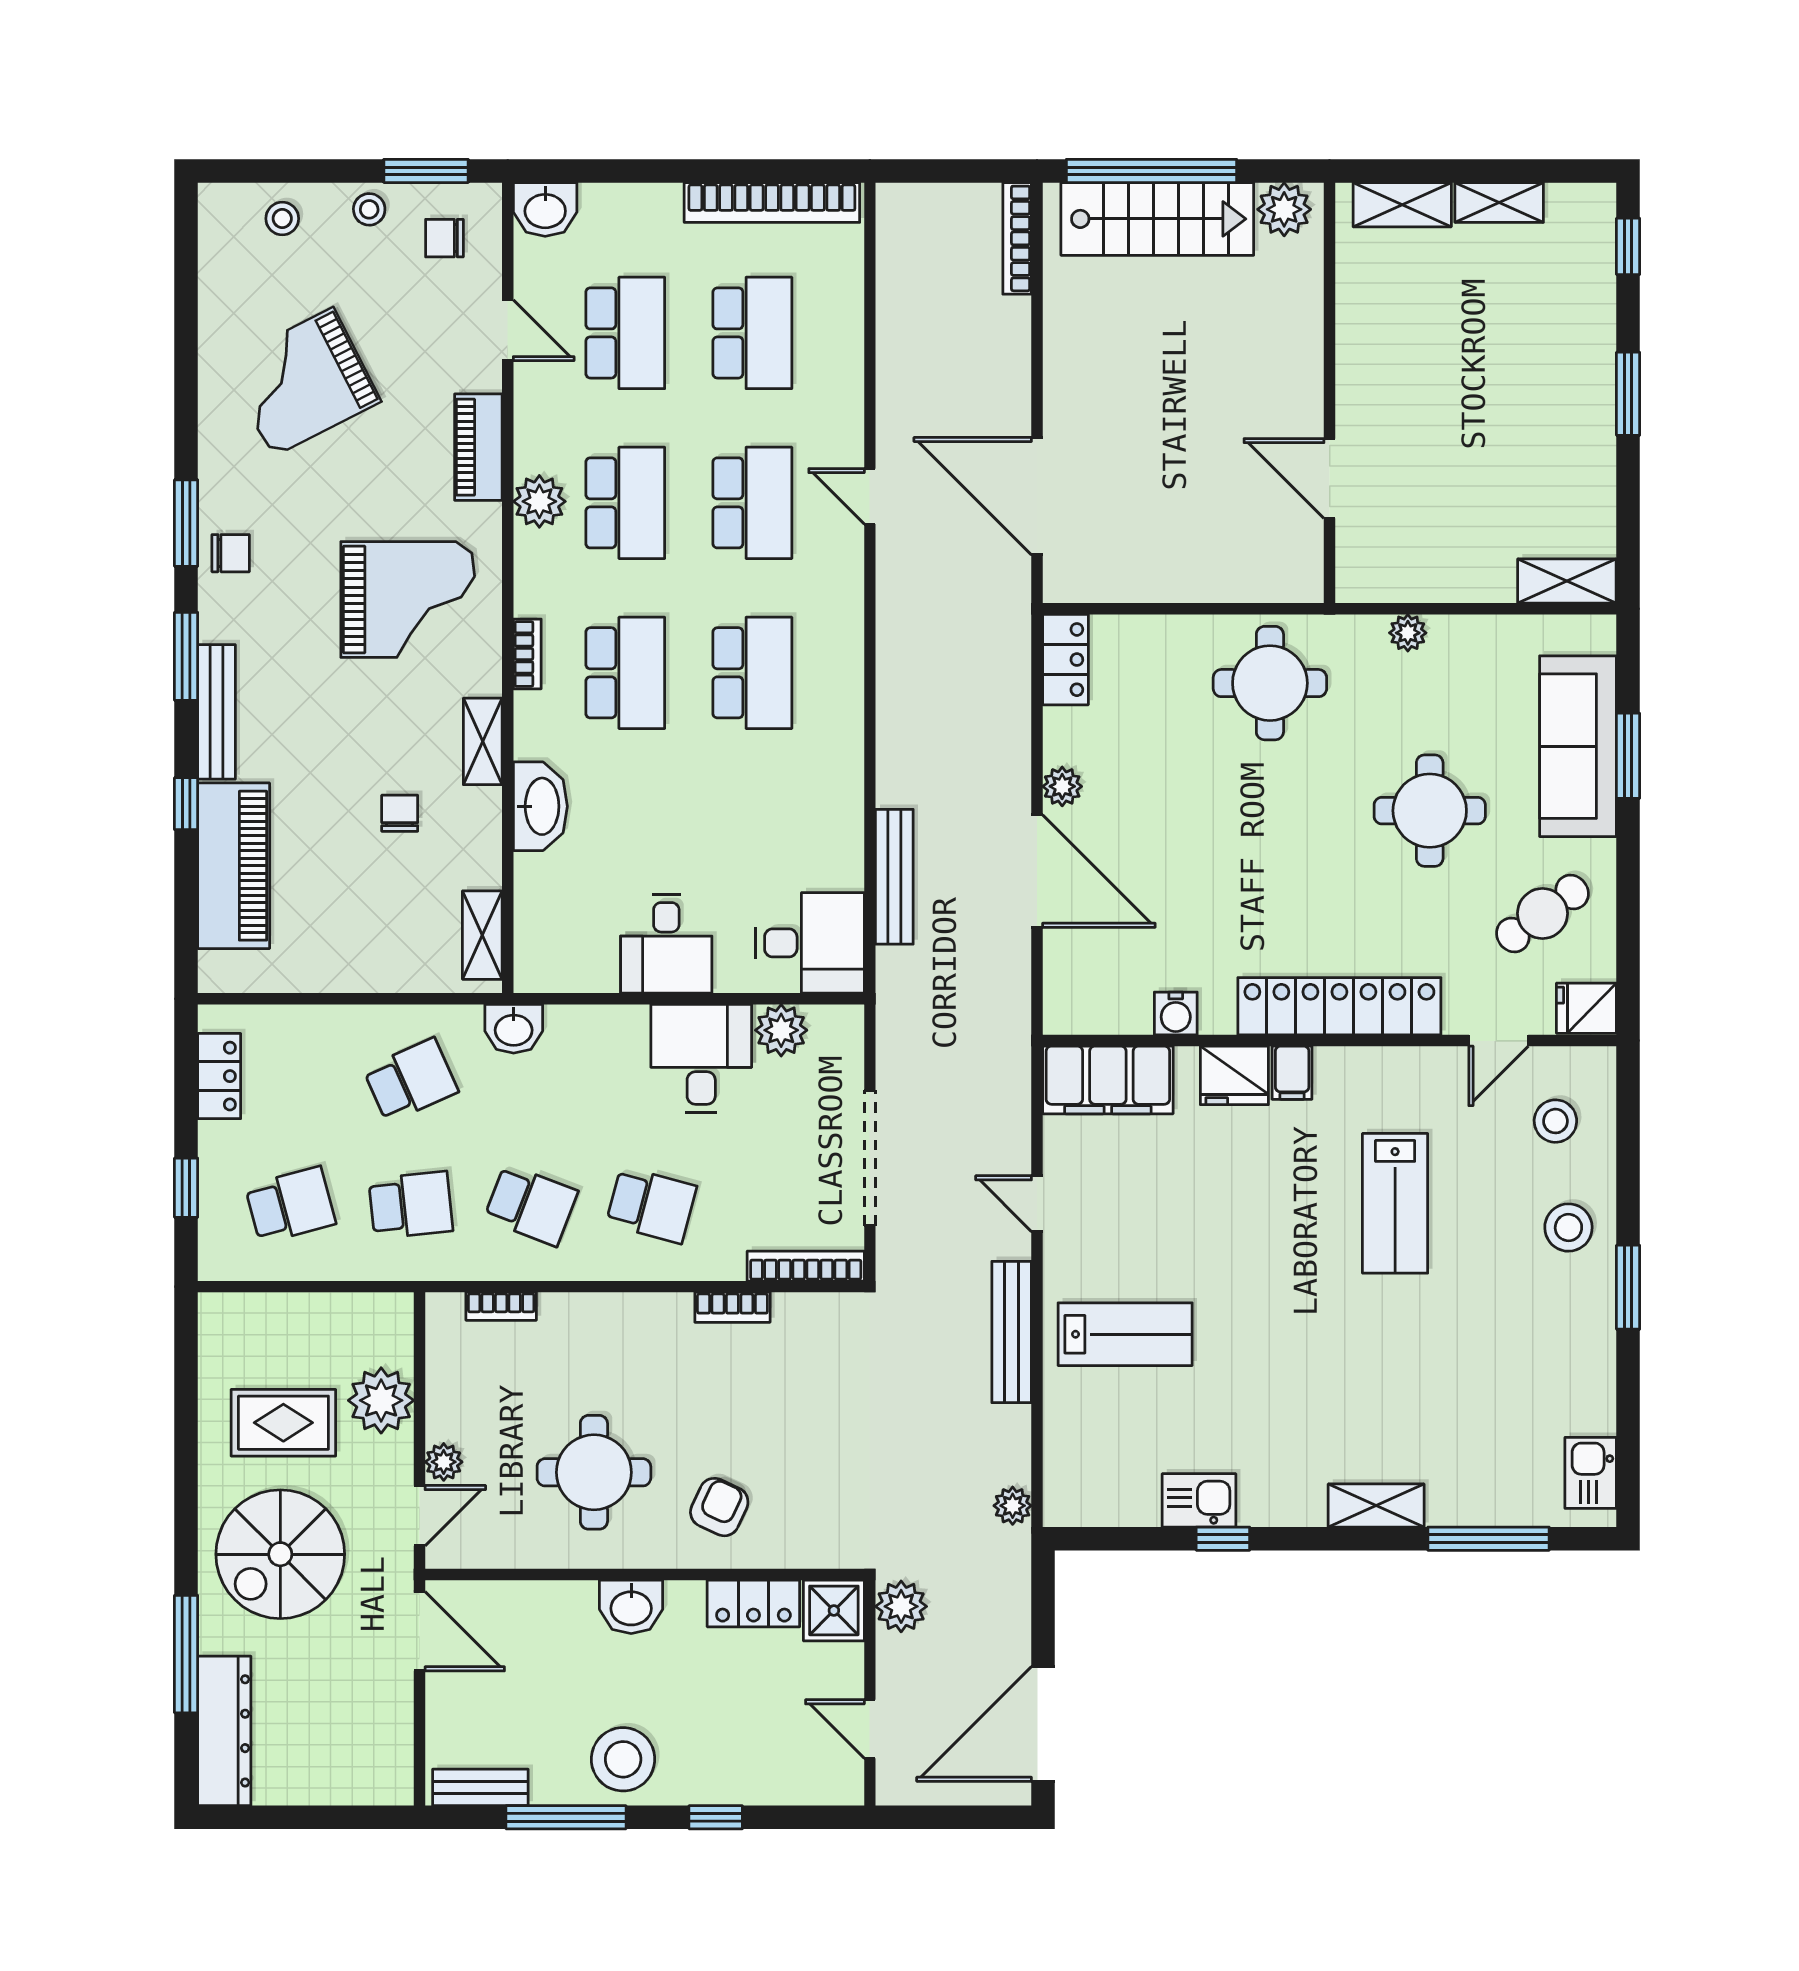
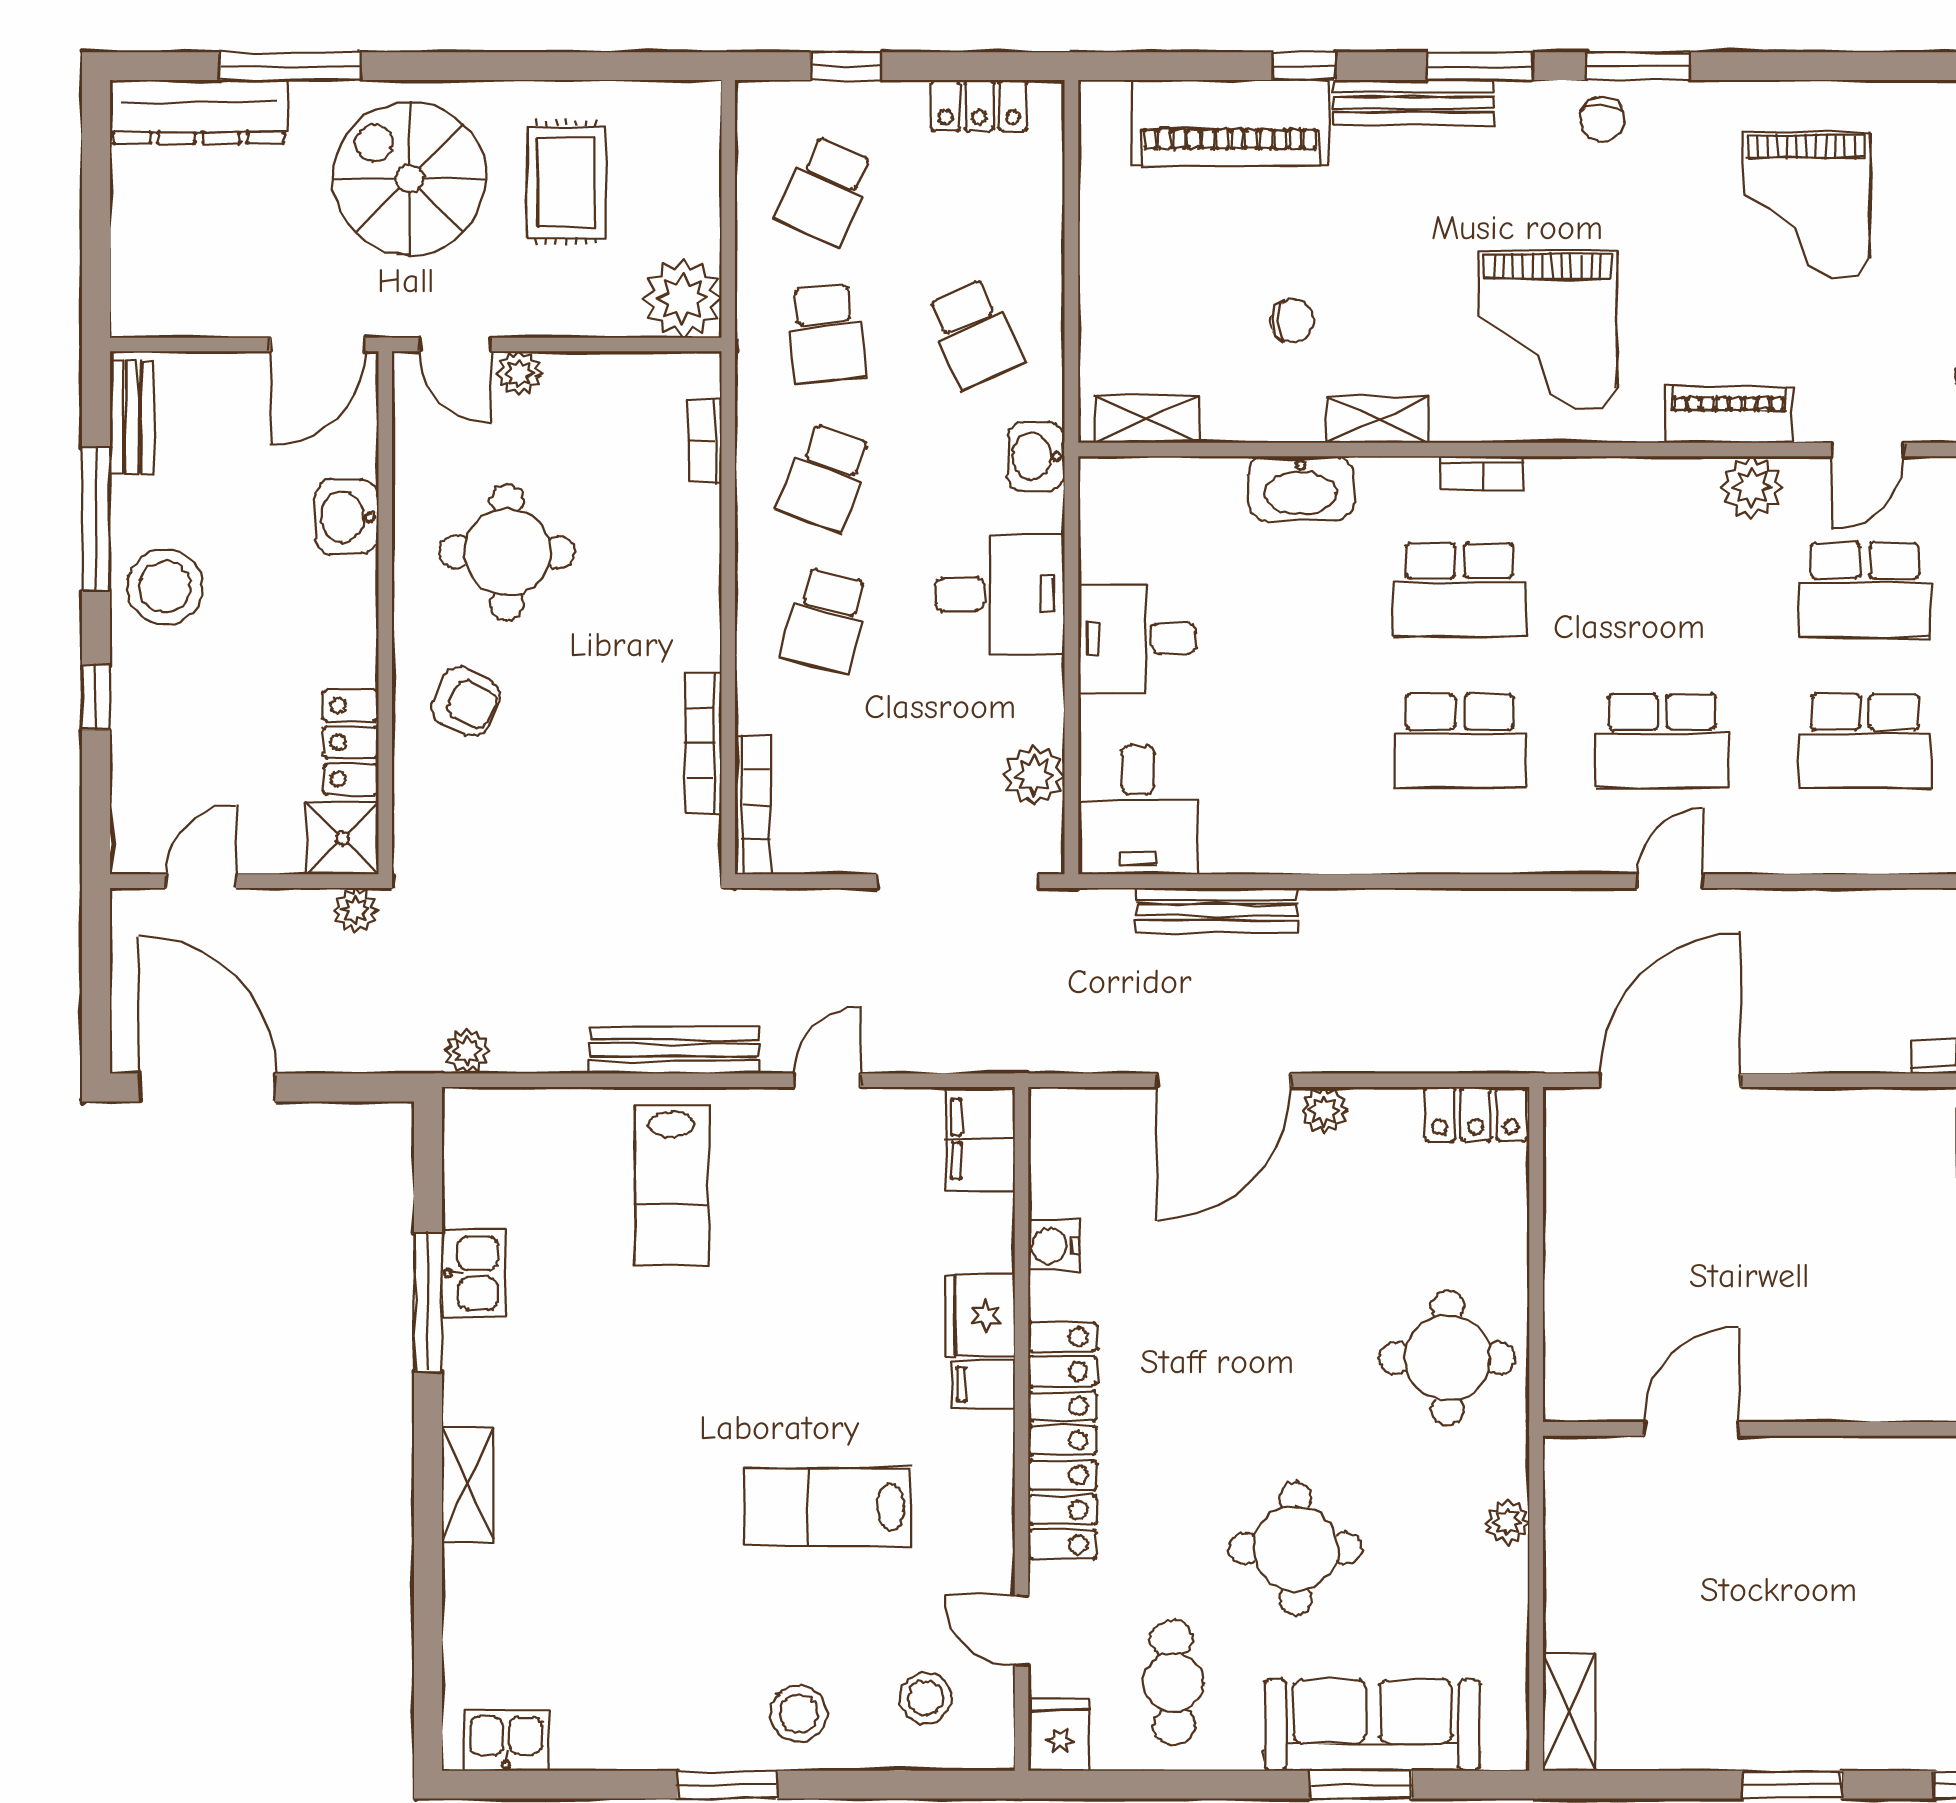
grand piano: (303, 382) -> (1806, 205), turned -153
plant: (539, 501) -> (1752, 487), moved
school desk: (625, 503) -> (1662, 590), removed
cafe table: (1542, 913) -> (1173, 1683), turned 34
desk: (701, 1059) -> (1000, 594), moved
filing cabinet: (1108, 1080) -> (980, 1139), width x0.67, depth x0.86
doorway: (870, 1158) -> (957, 881), moved
school desk: (290, 1205) -> (826, 190), turned 39
bookcase: (732, 1307) -> (704, 743), width x1.56
plant: (381, 1400) -> (683, 299), moved
window: (1223, 1539) -> (428, 1302), width x2.17
window: (1488, 1539) -> (428, 1618), removed
plant: (901, 1606) -> (356, 910), width x0.73, depth x0.73
washbasin: (631, 1607) -> (347, 517), moved

